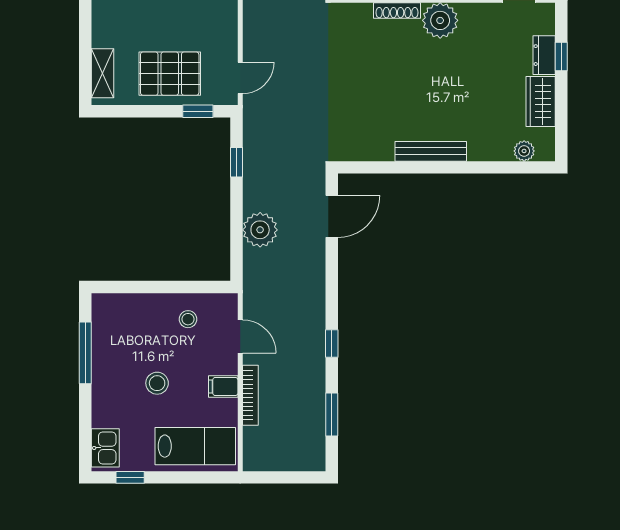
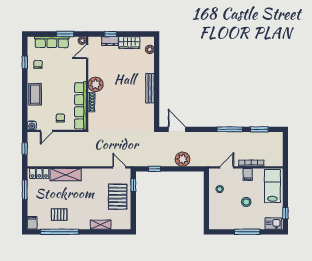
shelving: (102, 73) -> (101, 225), moved
window: (332, 343) -> (230, 129), width x2.17
window: (85, 353) -> (247, 232), moved

